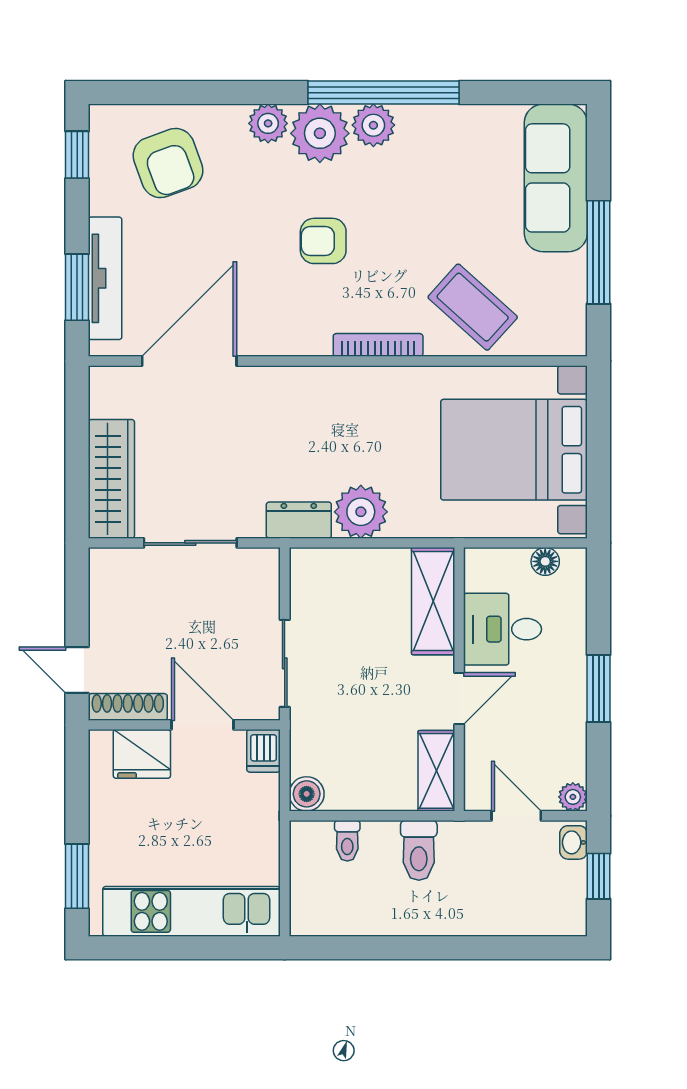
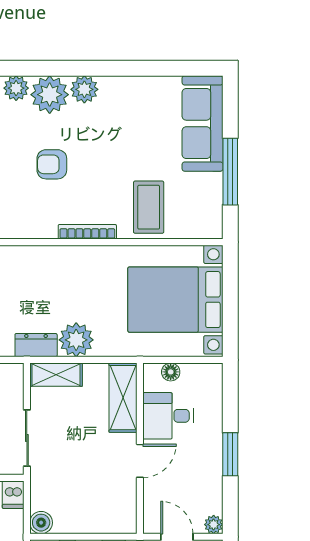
window: (383, 93) -> (91, 68), removed
coffee table: (473, 307) -> (149, 207), turned 48
floor lamp: (545, 561) -> (171, 372), moved
shelving: (436, 771) -> (56, 375), moved, turned 90

